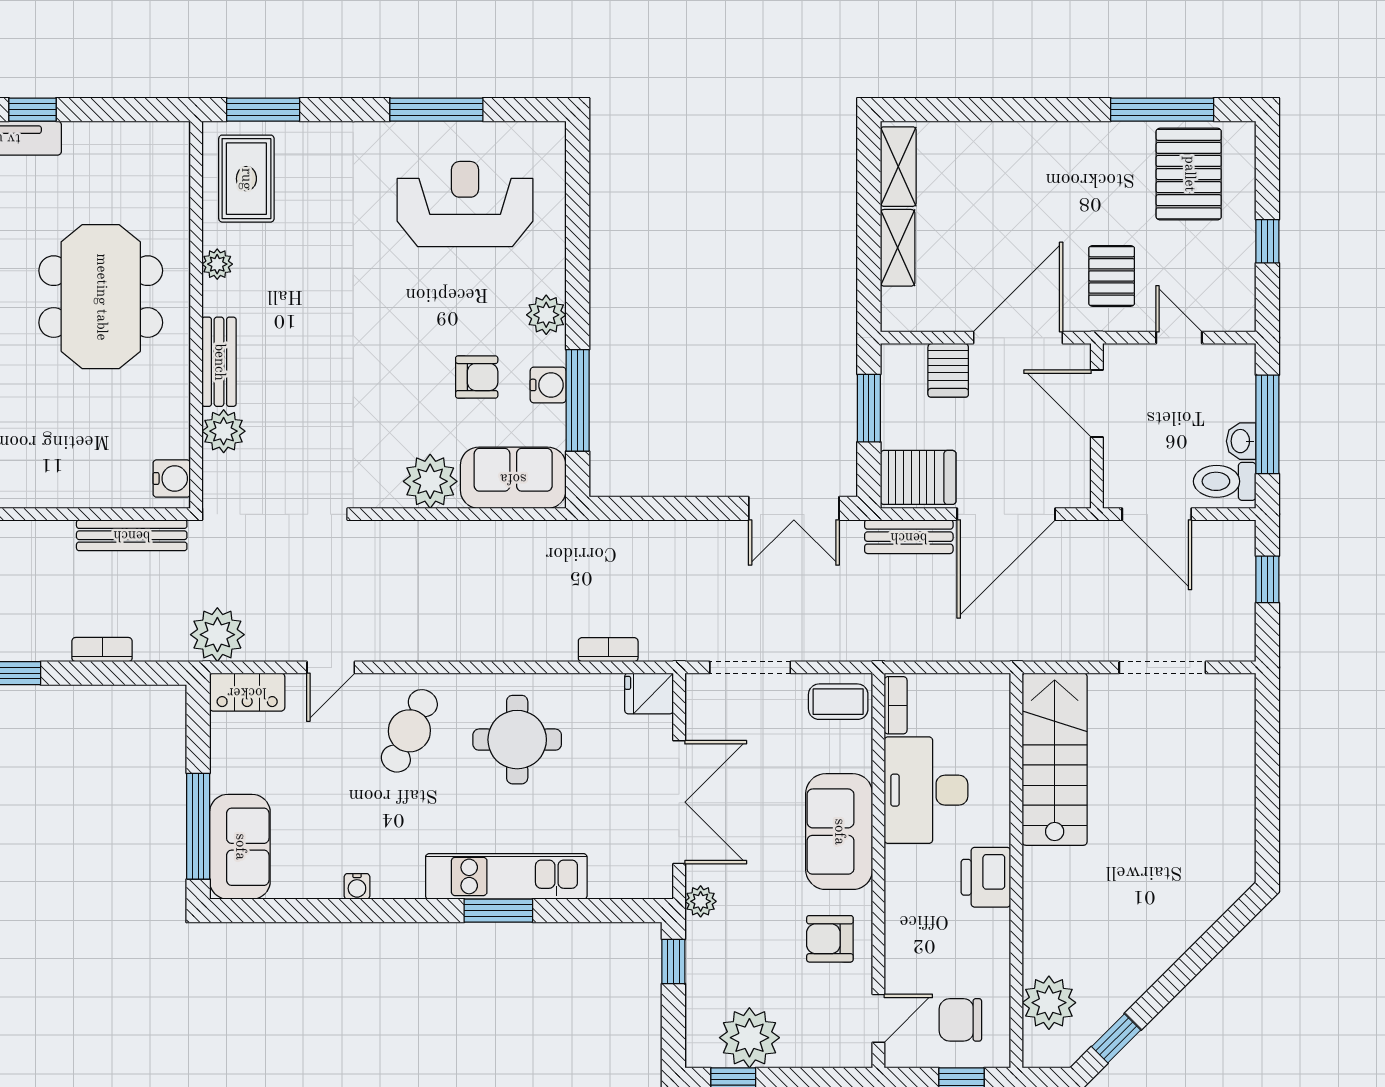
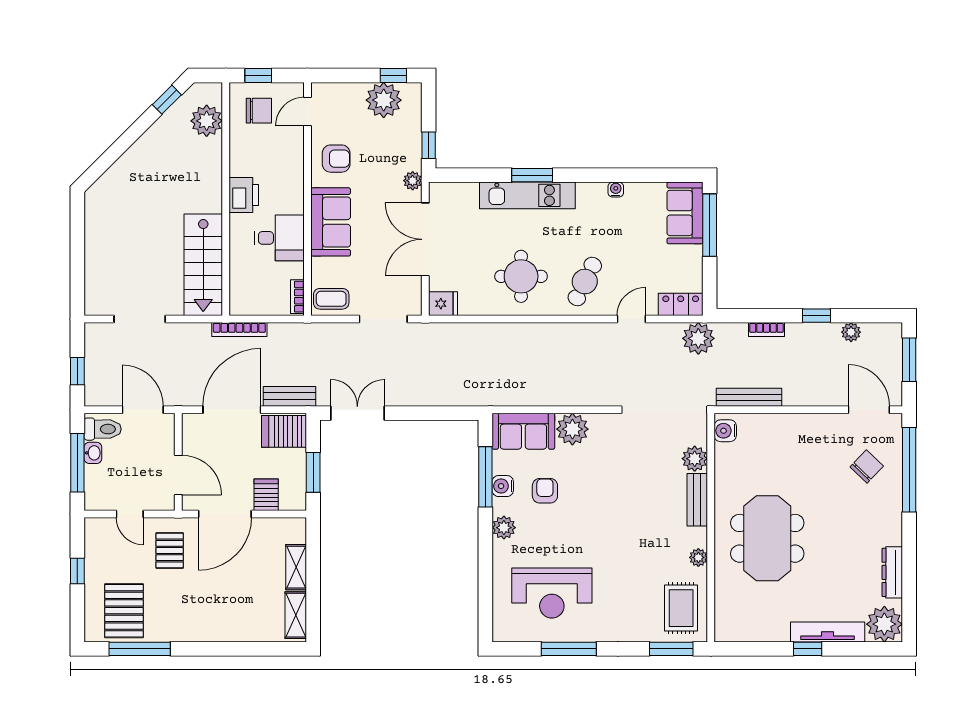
armchair: (477, 377) -> (545, 491), turned 90
bookcase: (608, 650) -> (239, 330), moved, width x1.56
desk: (926, 790) -> (279, 238), width x0.73

